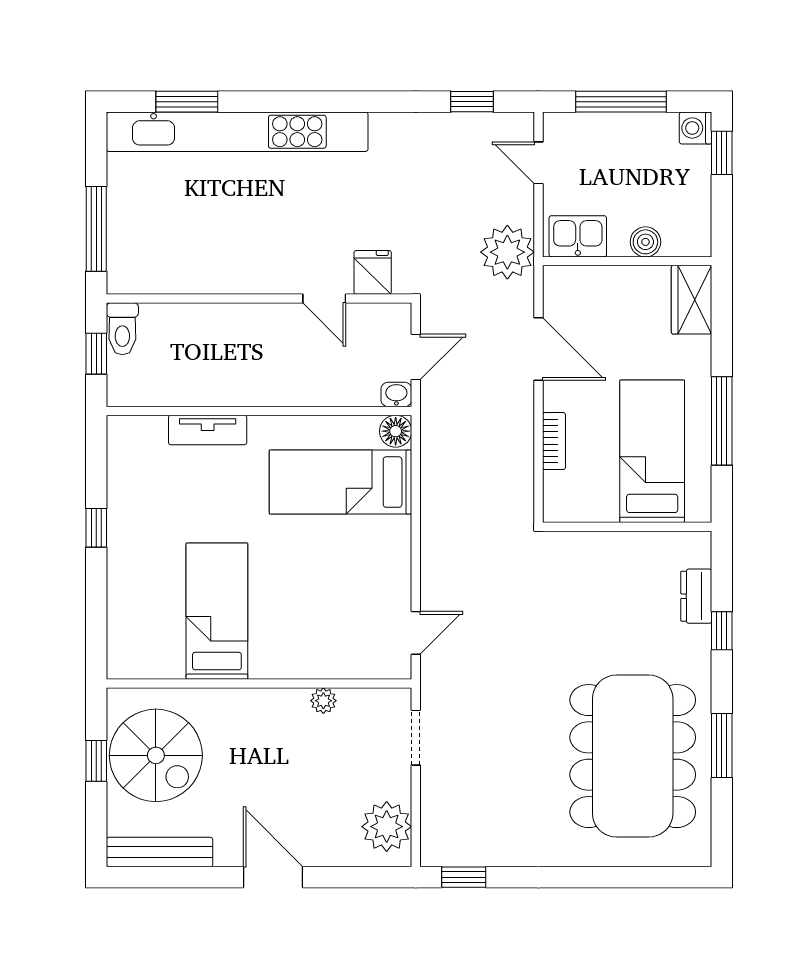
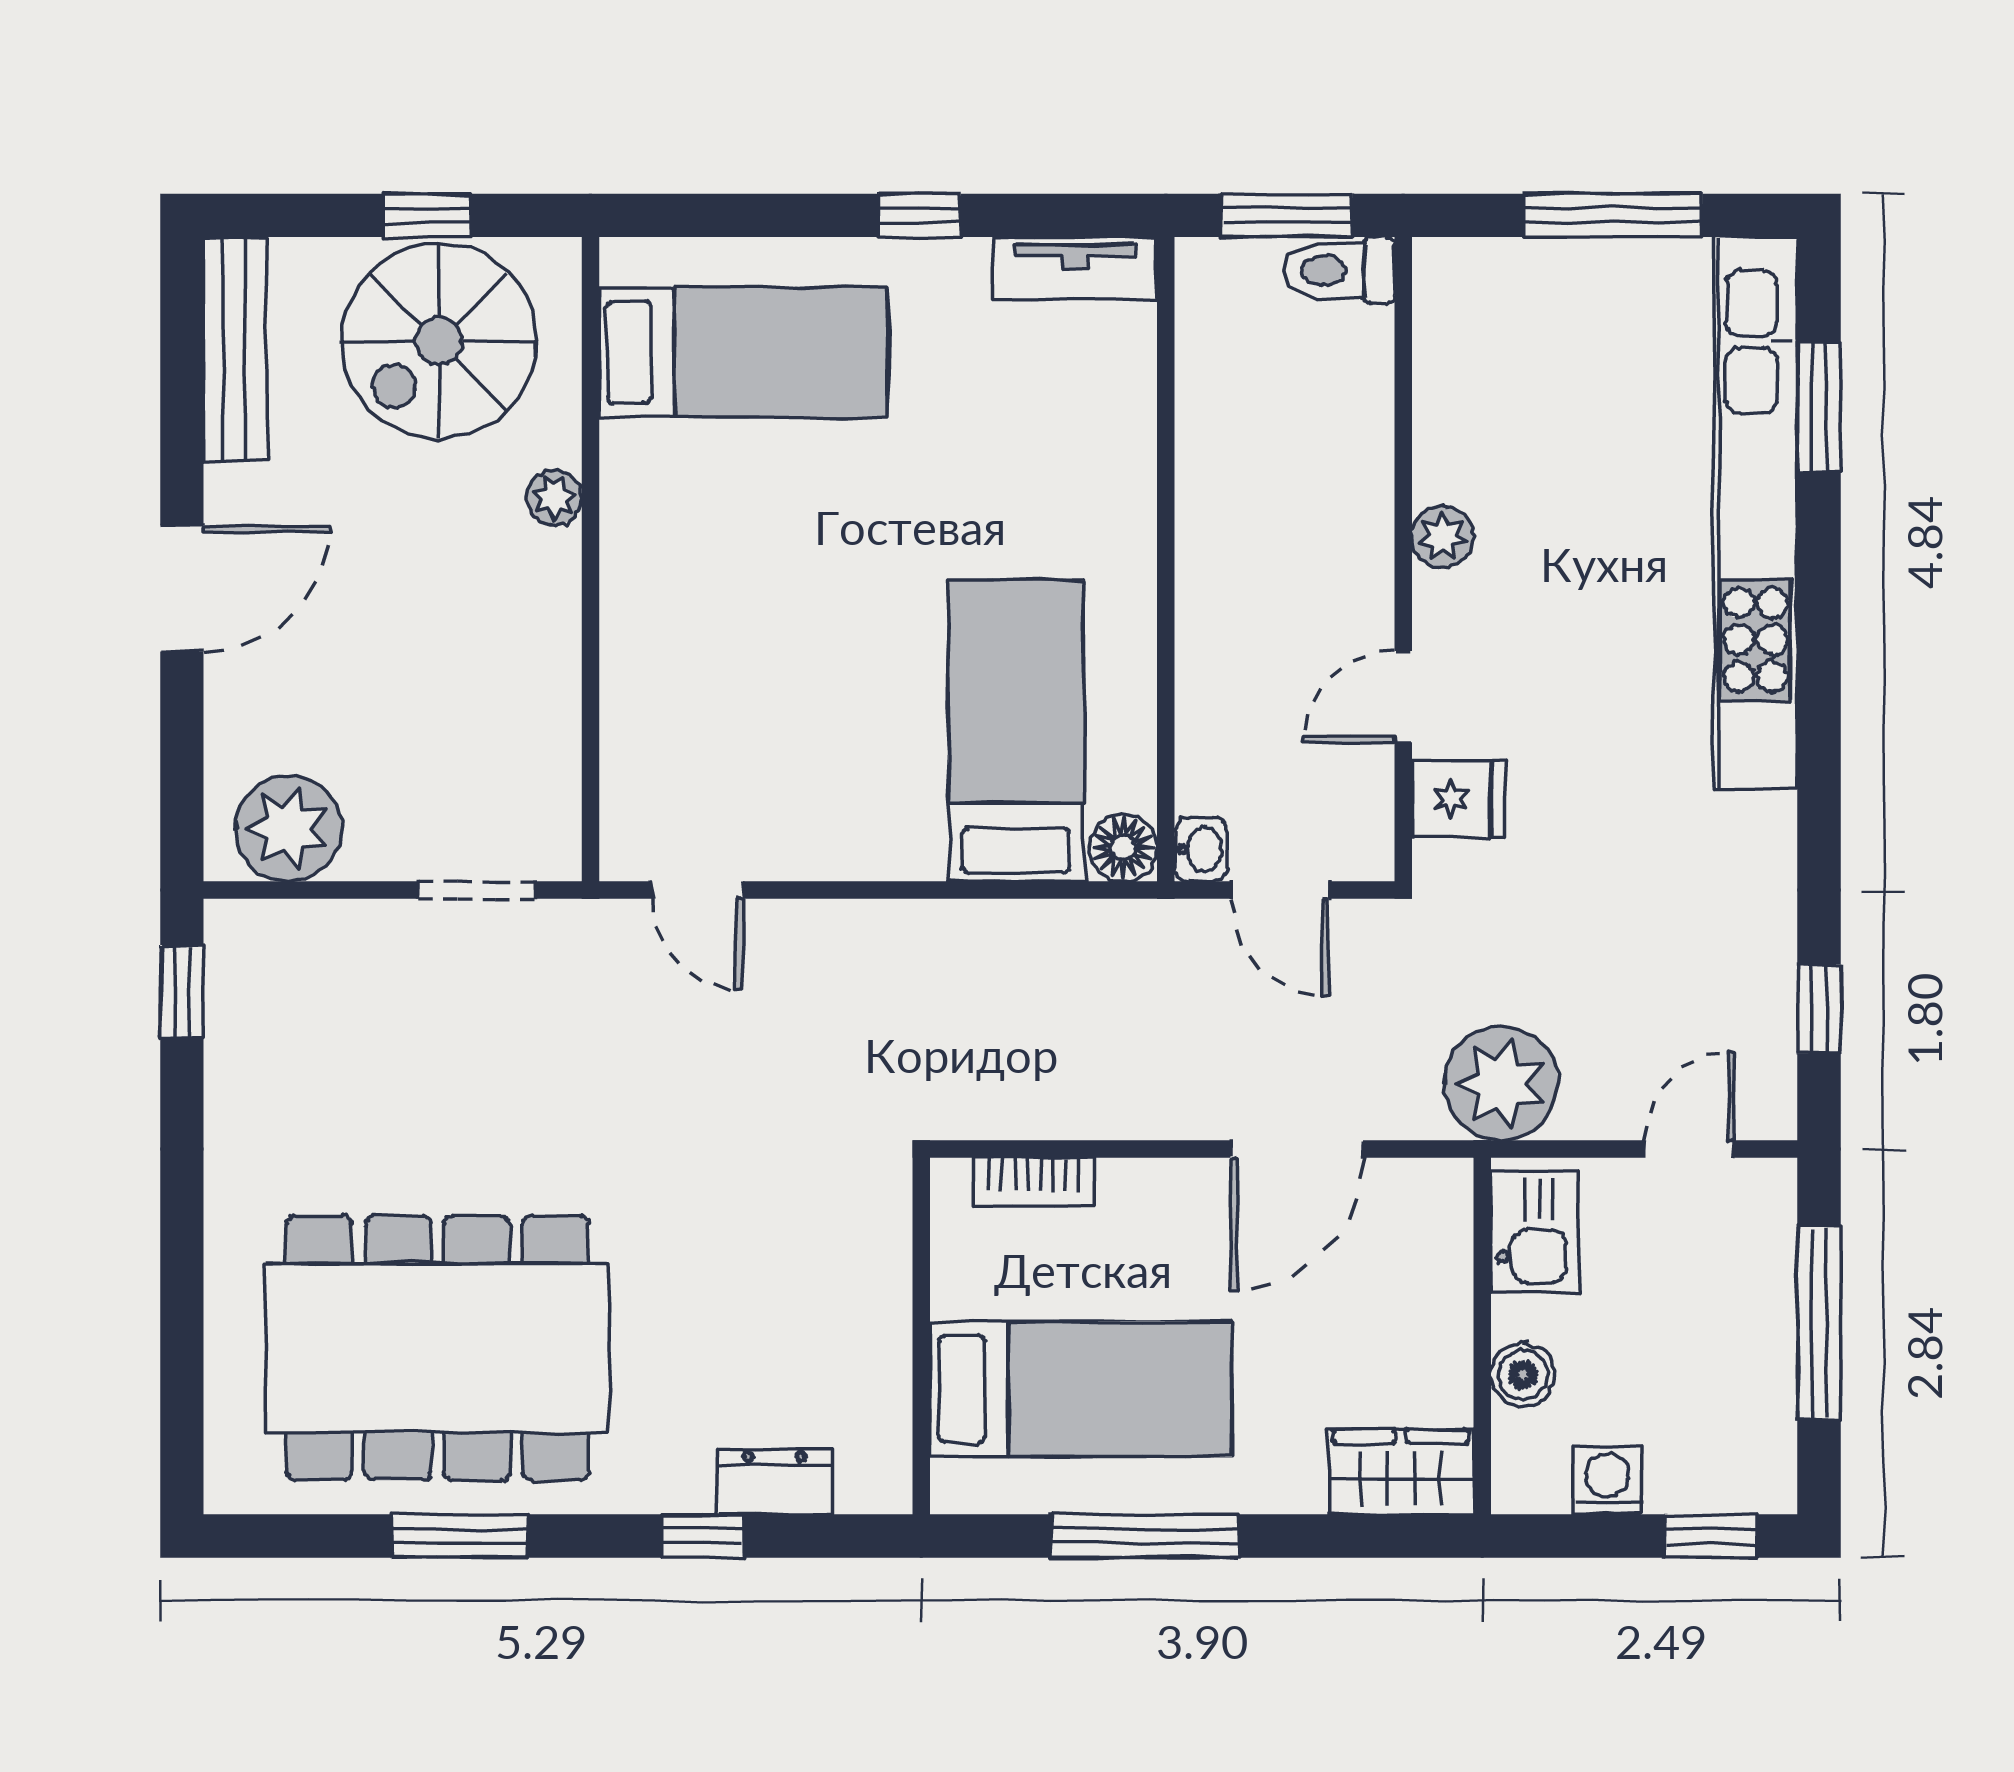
washing machine: (695, 128) -> (1607, 1480), moved
window: (96, 229) -> (1613, 215), moved
plant: (249, 280) -> (1442, 537), added
window: (96, 354) -> (1287, 215), width x1.50
tv unit: (208, 430) -> (1075, 268), moved, turned -90
bookcase: (554, 441) -> (1034, 1182), moved
bed: (217, 611) -> (743, 352), moved
plant: (323, 701) -> (554, 497), moved

